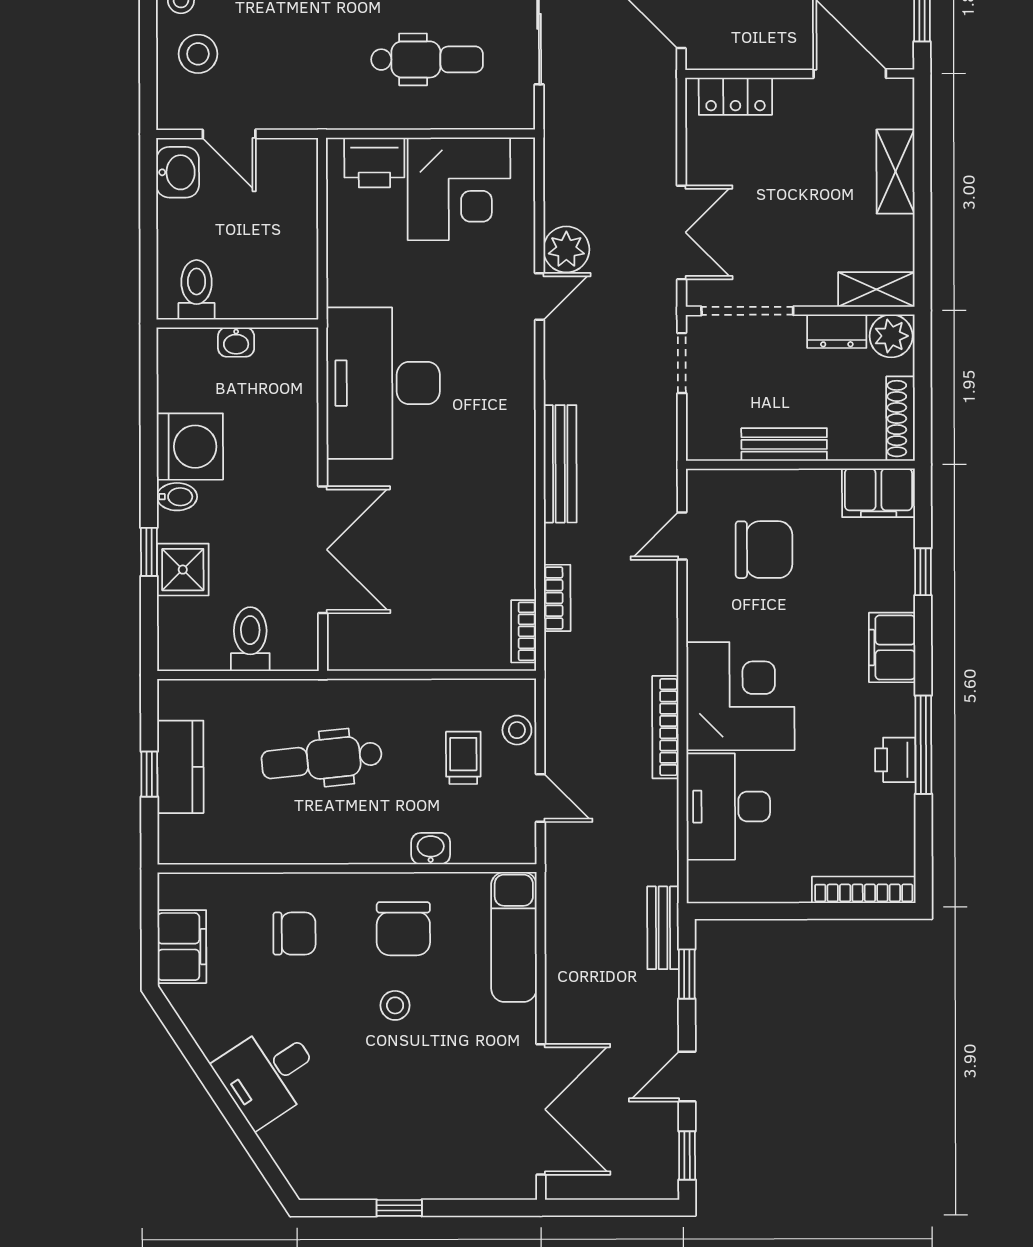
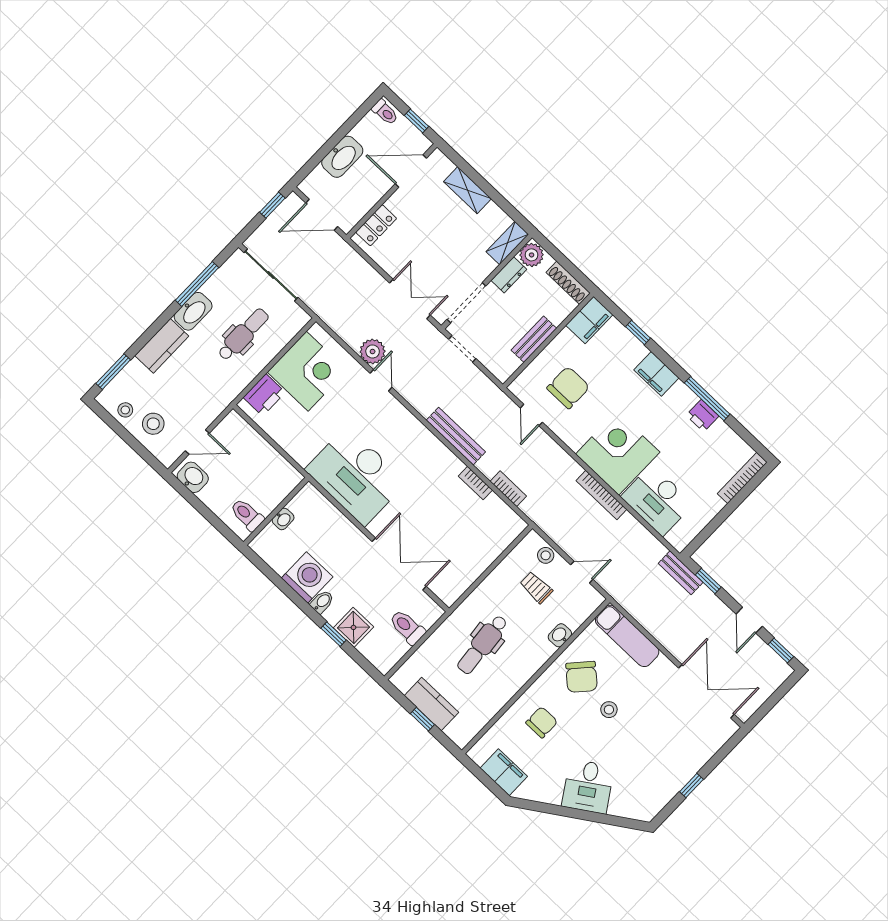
bookcase: (524, 631) -> (475, 483), moved
chair: (403, 929) -> (581, 677), turned 42

